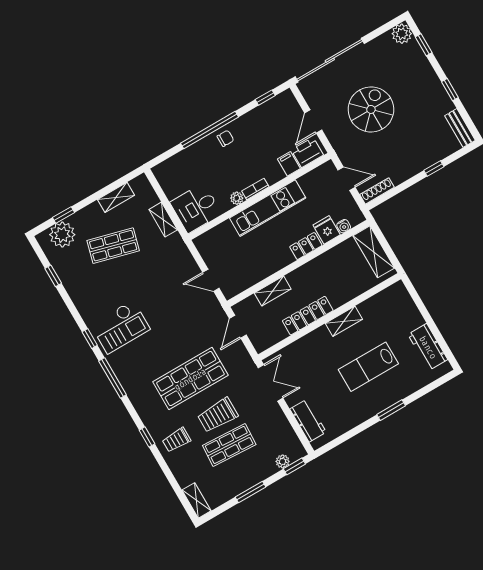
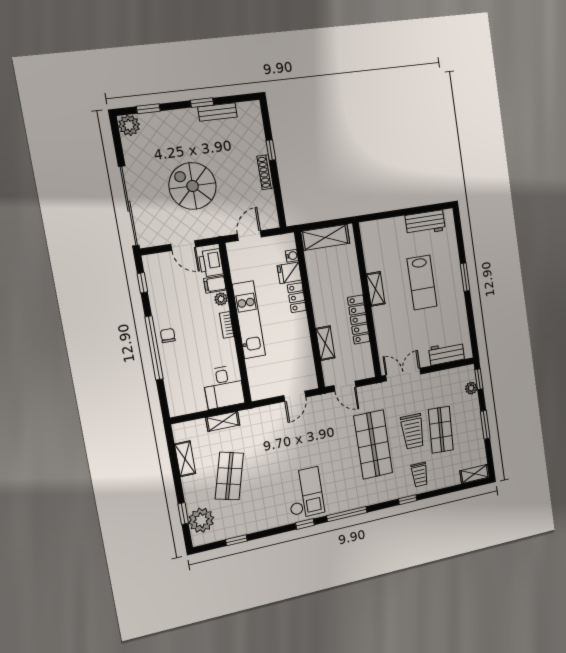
bench: (460, 128) -> (218, 112), moved
shoe rack: (377, 191) -> (265, 172), moved
plant: (237, 198) -> (221, 299), moved

